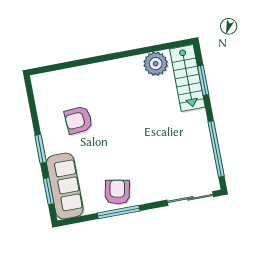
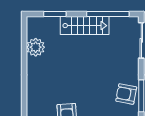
stairs: (187, 78) -> (85, 26), moved

